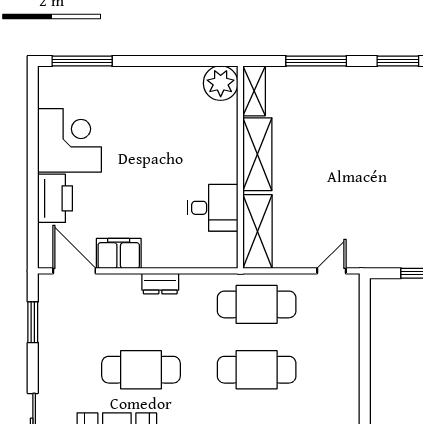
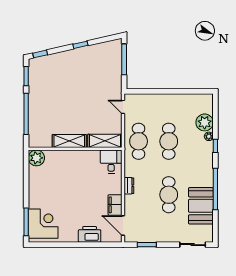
window: (316, 61) -> (26, 114), width x1.46
shelving: (254, 91) -> (40, 143), removed
corner desk: (70, 140) -> (43, 224), moved, turned 90
desk: (213, 208) -> (111, 162), moved
door: (74, 271) -> (123, 225), hinge flipped

